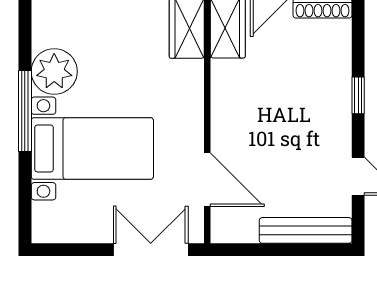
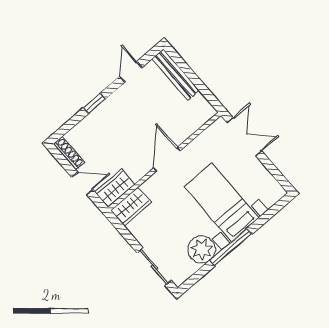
door: (207, 180) -> (167, 159), moved
double door: (151, 250) -> (244, 137), swing flipped

